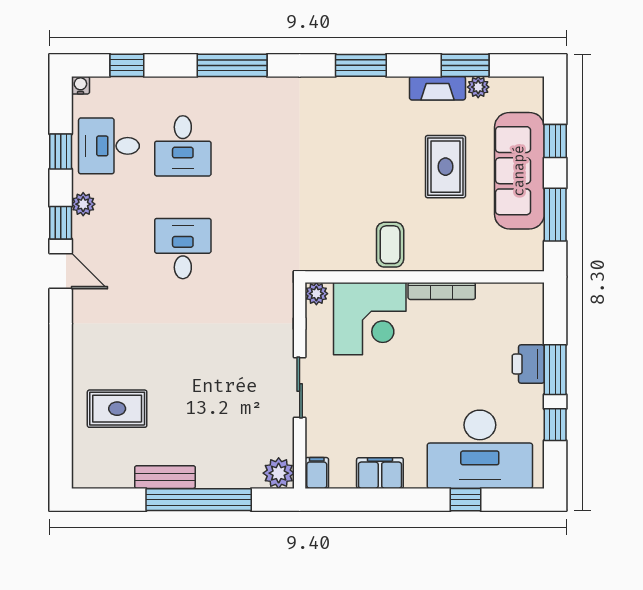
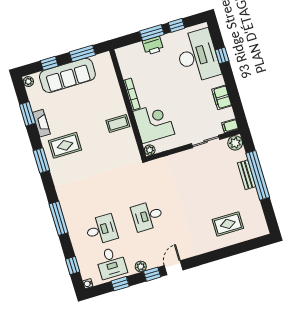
plant: (478, 87) -> (28, 82), moved
rug: (445, 167) -> (65, 145), moved
sliding door: (300, 388) -> (206, 141), moved
rug: (117, 409) -> (228, 224), turned 90
bench: (165, 477) -> (247, 175), moved

